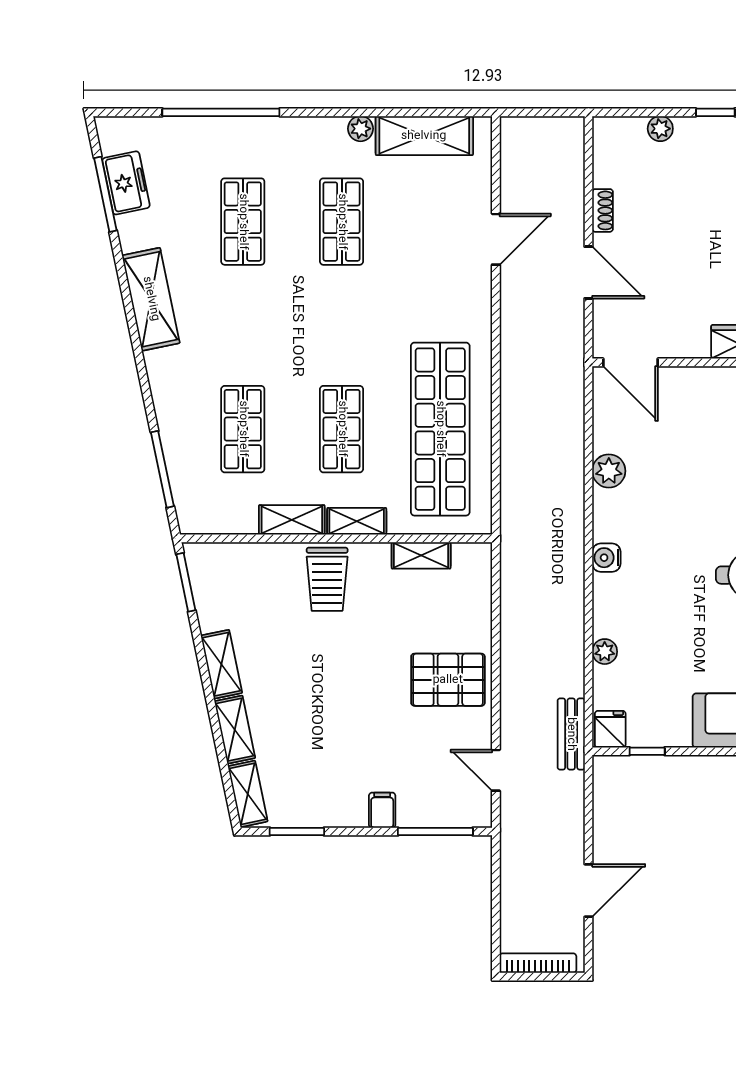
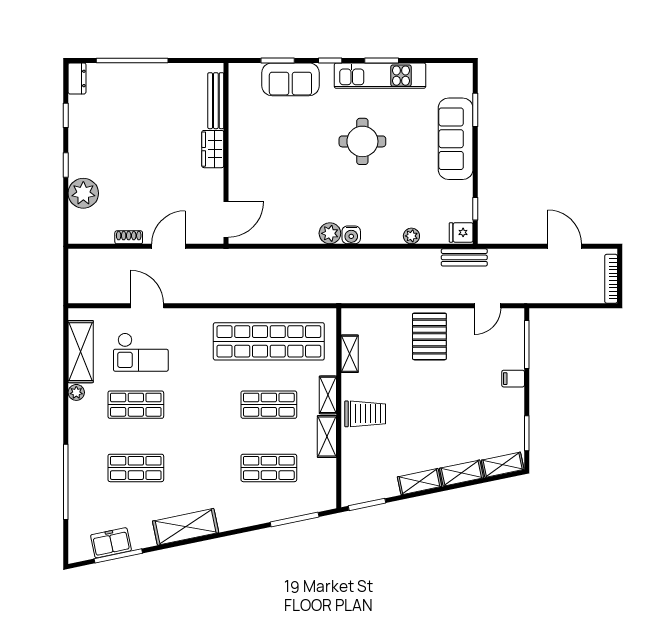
plant: (660, 129) -> (83, 193), width x1.88, depth x1.88
checkout: (423, 229) -> (141, 352), added
plant: (609, 471) -> (330, 233), moved

